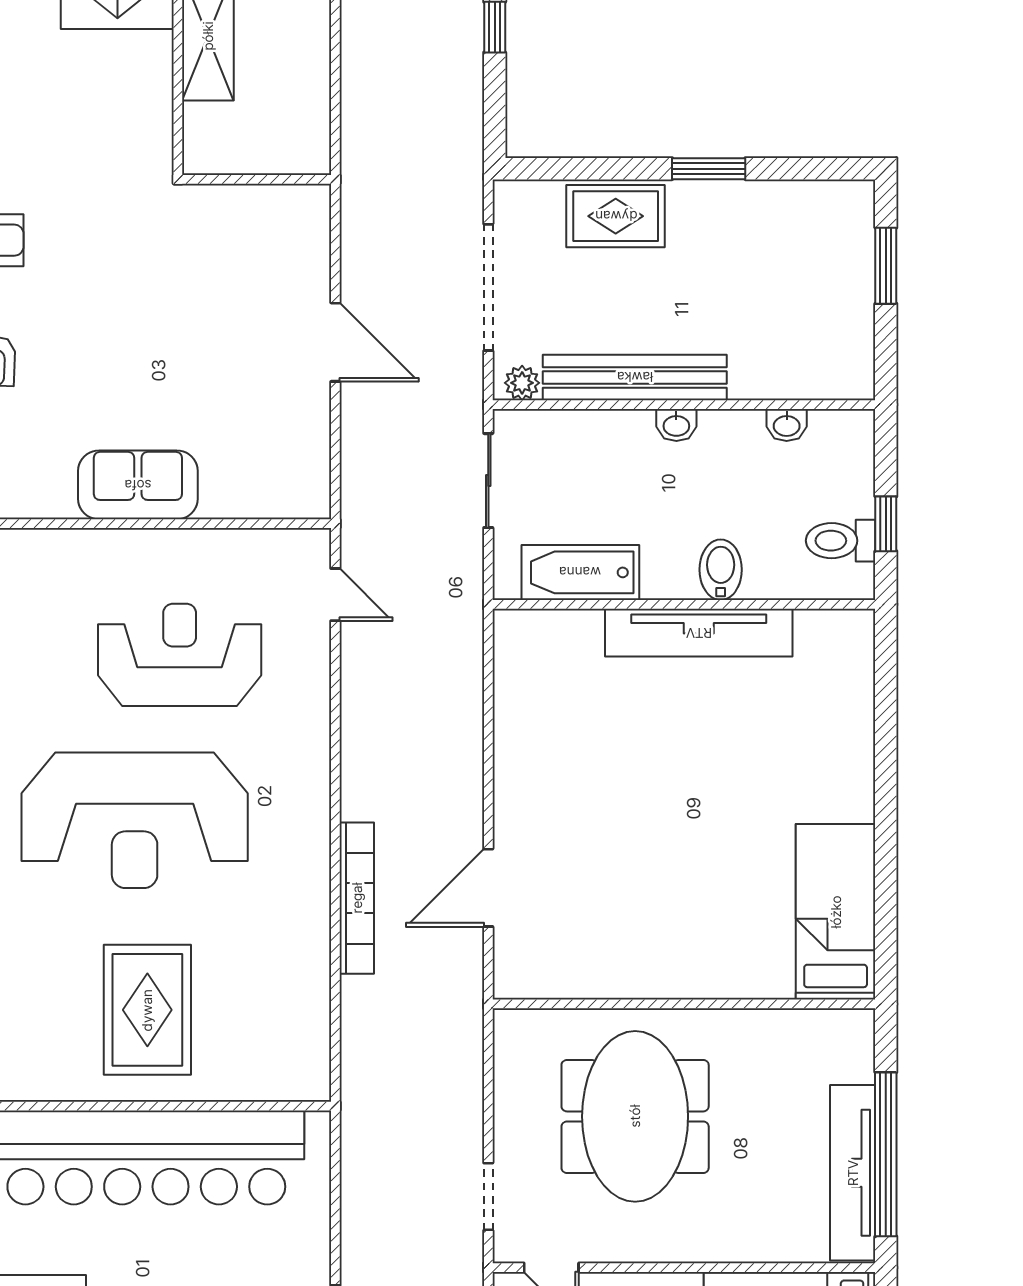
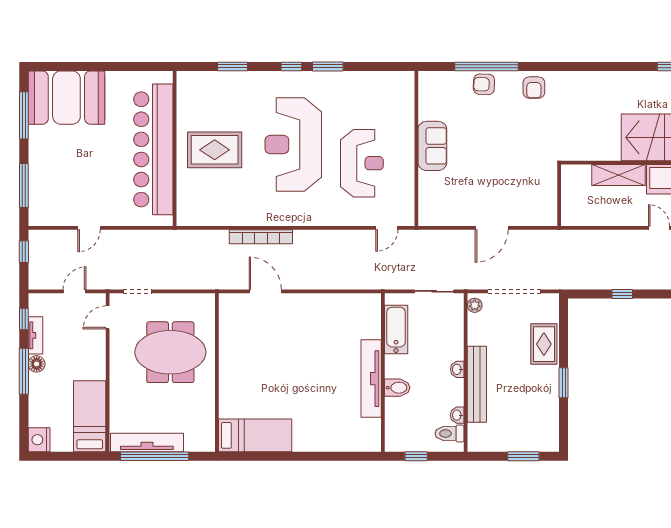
bench: (635, 377) -> (477, 384), moved
toilet: (841, 541) -> (450, 434), moved, turned -90

